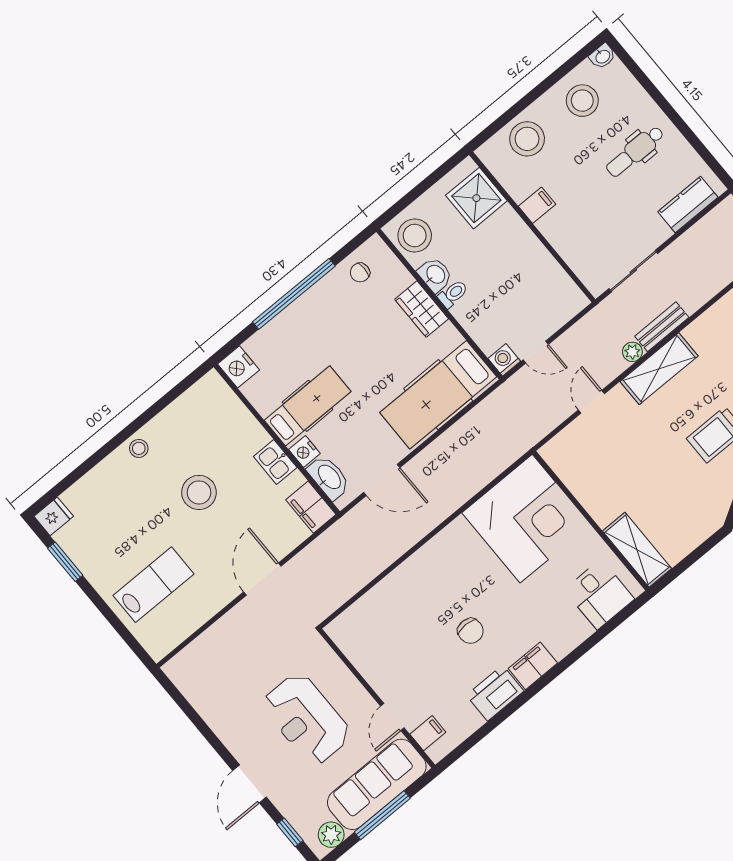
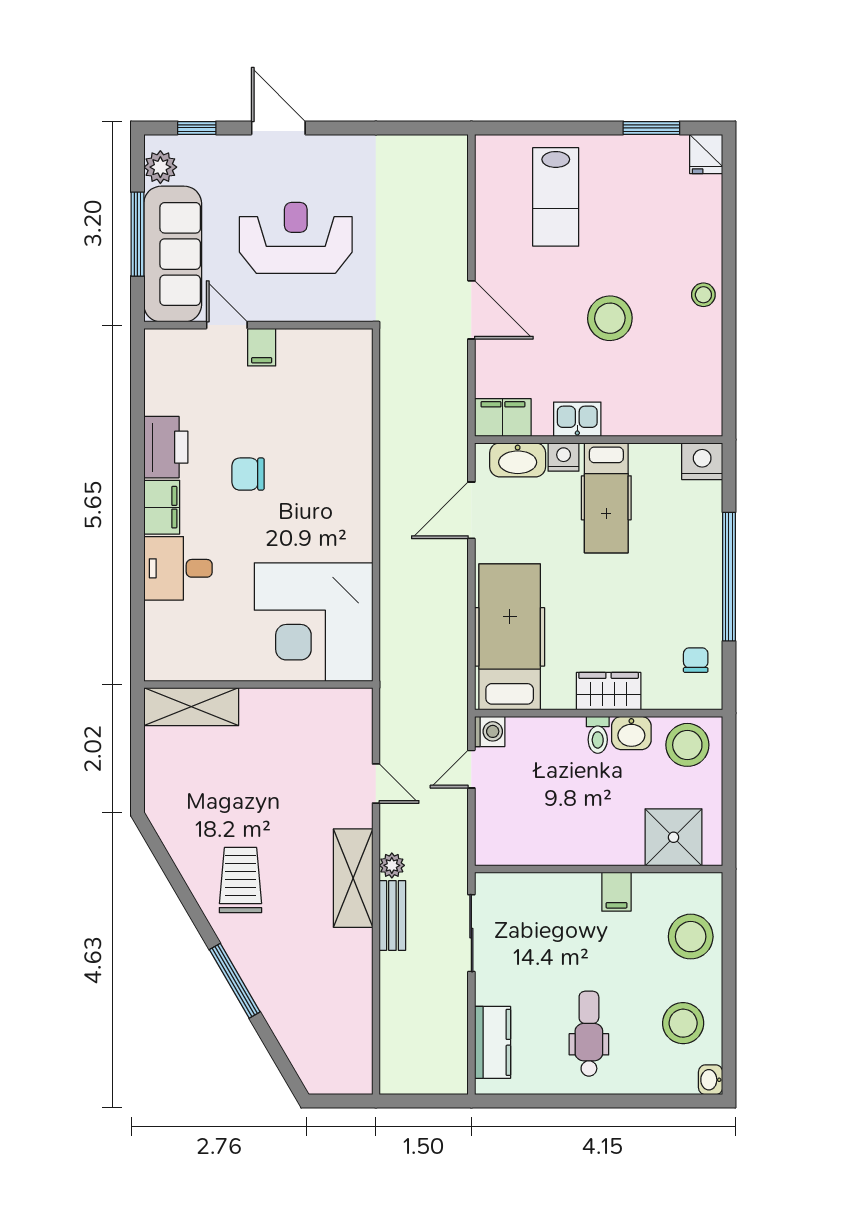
desk: (599, 594) -> (178, 568), moved
filing cabinet: (428, 733) -> (262, 347), moved

